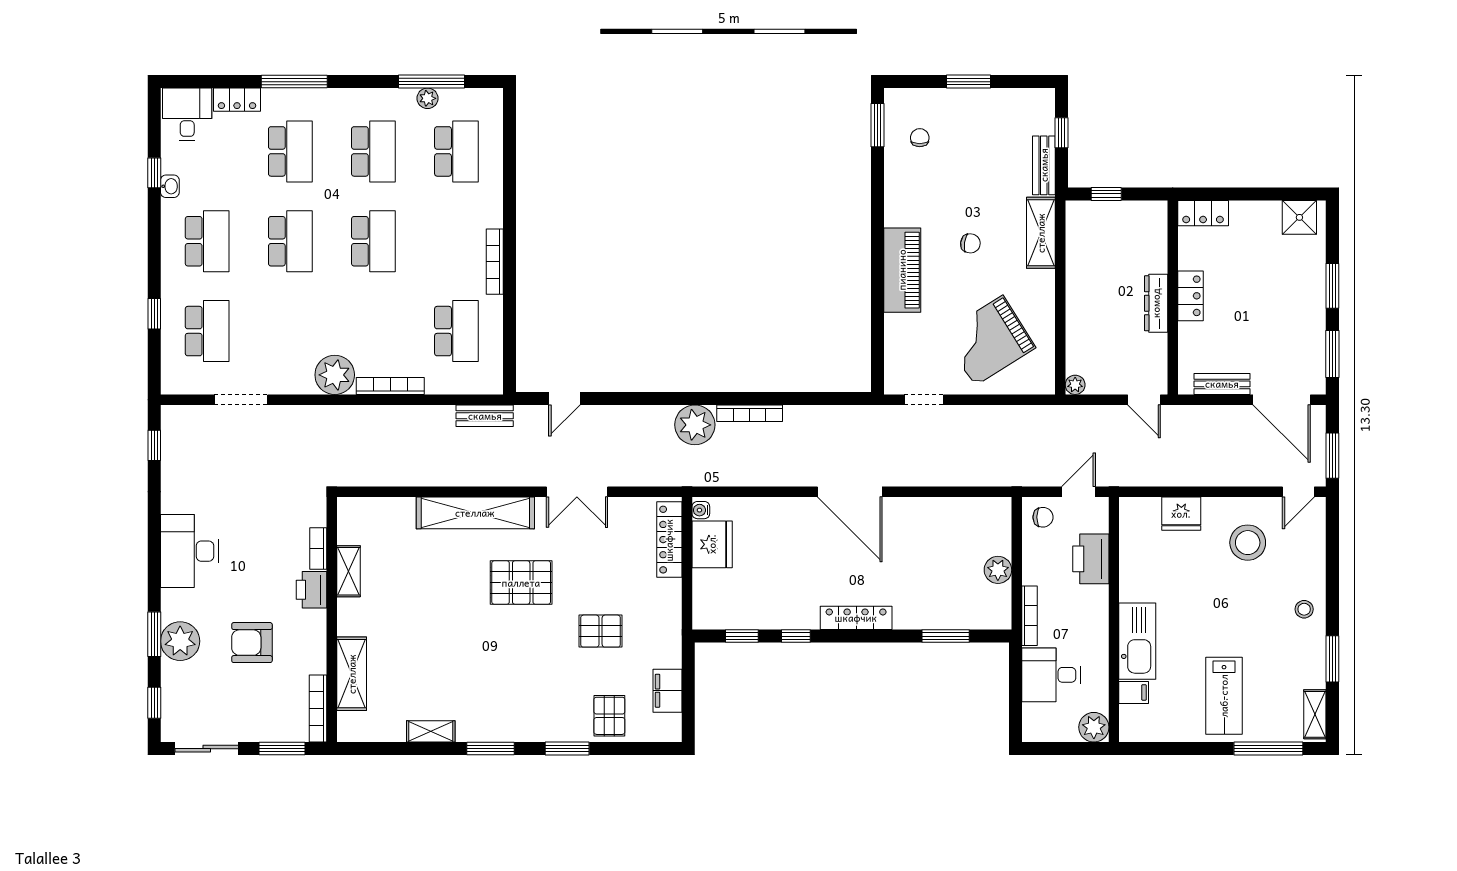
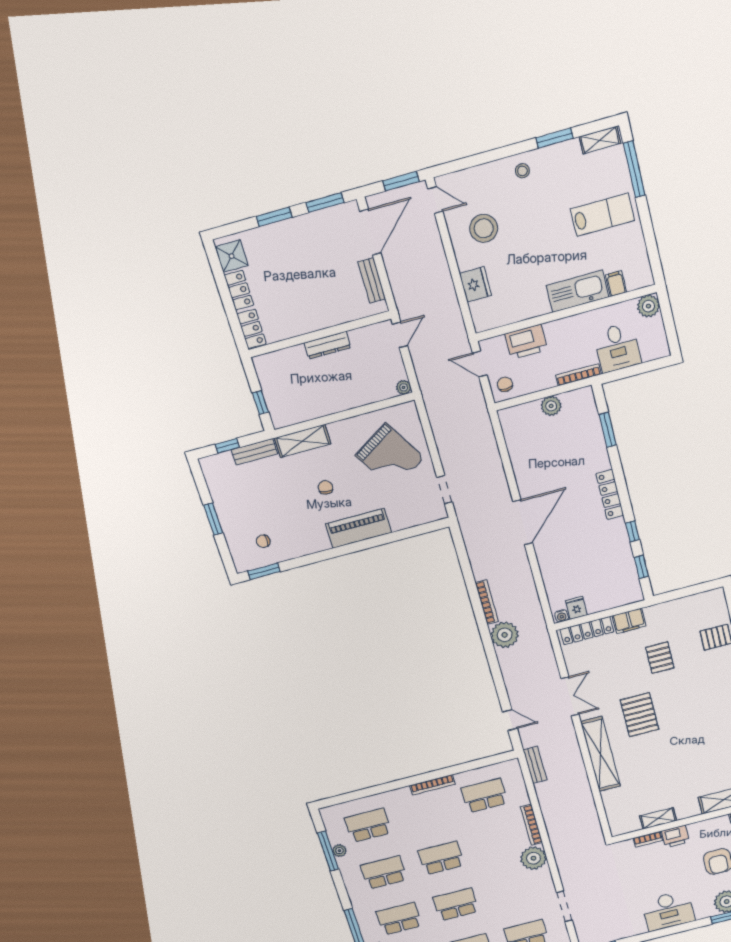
locker: (1190, 296) -> (239, 290), moved, turned 90
fridge: (712, 544) -> (576, 608), width x0.53, depth x0.75
filing cabinet: (668, 691) -> (629, 621), moved

